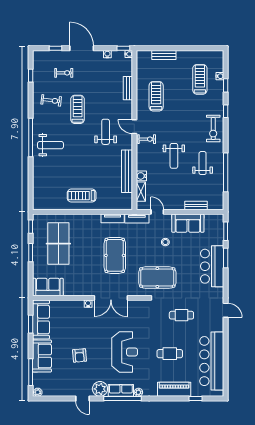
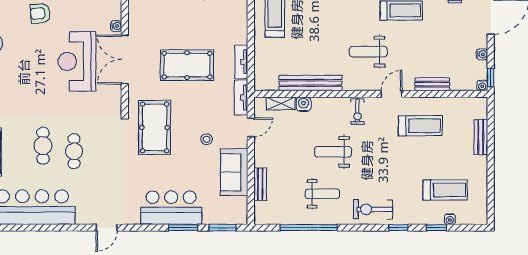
door: (134, 127) -> (391, 94), moved
weight bench: (106, 132) -> (368, 52), turned 180
cafe table: (181, 315) -> (74, 151), moved
reception desk: (125, 352) -> (77, 61), moved, turned 90

